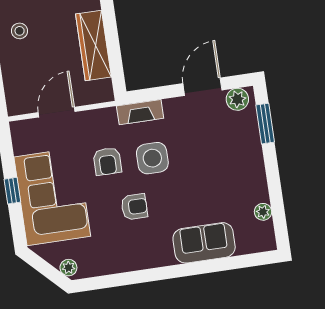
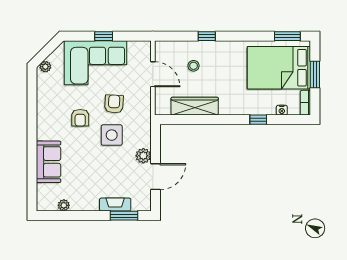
stool: (20, 31) -> (194, 66), moved
door: (202, 87) -> (155, 177), hinge flipped
plant: (237, 99) -> (143, 156), moved
fireplace: (140, 112) -> (115, 205), moved, turned 90
armchair: (107, 161) -> (114, 104), turned 93

